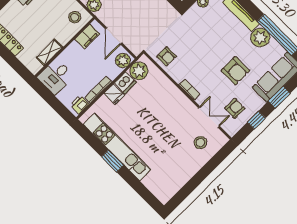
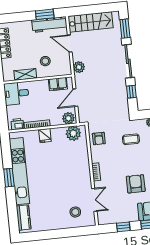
stool: (75, 17) -> (45, 61), moved
coffee table: (197, 33) -> (131, 139), added
armchair: (235, 71) -> (136, 184), turned 180
dishwasher: (125, 83) -> (58, 134), removed
armchair: (235, 108) -> (116, 208), removed
kitchen counter: (156, 187) -> (23, 217), added

